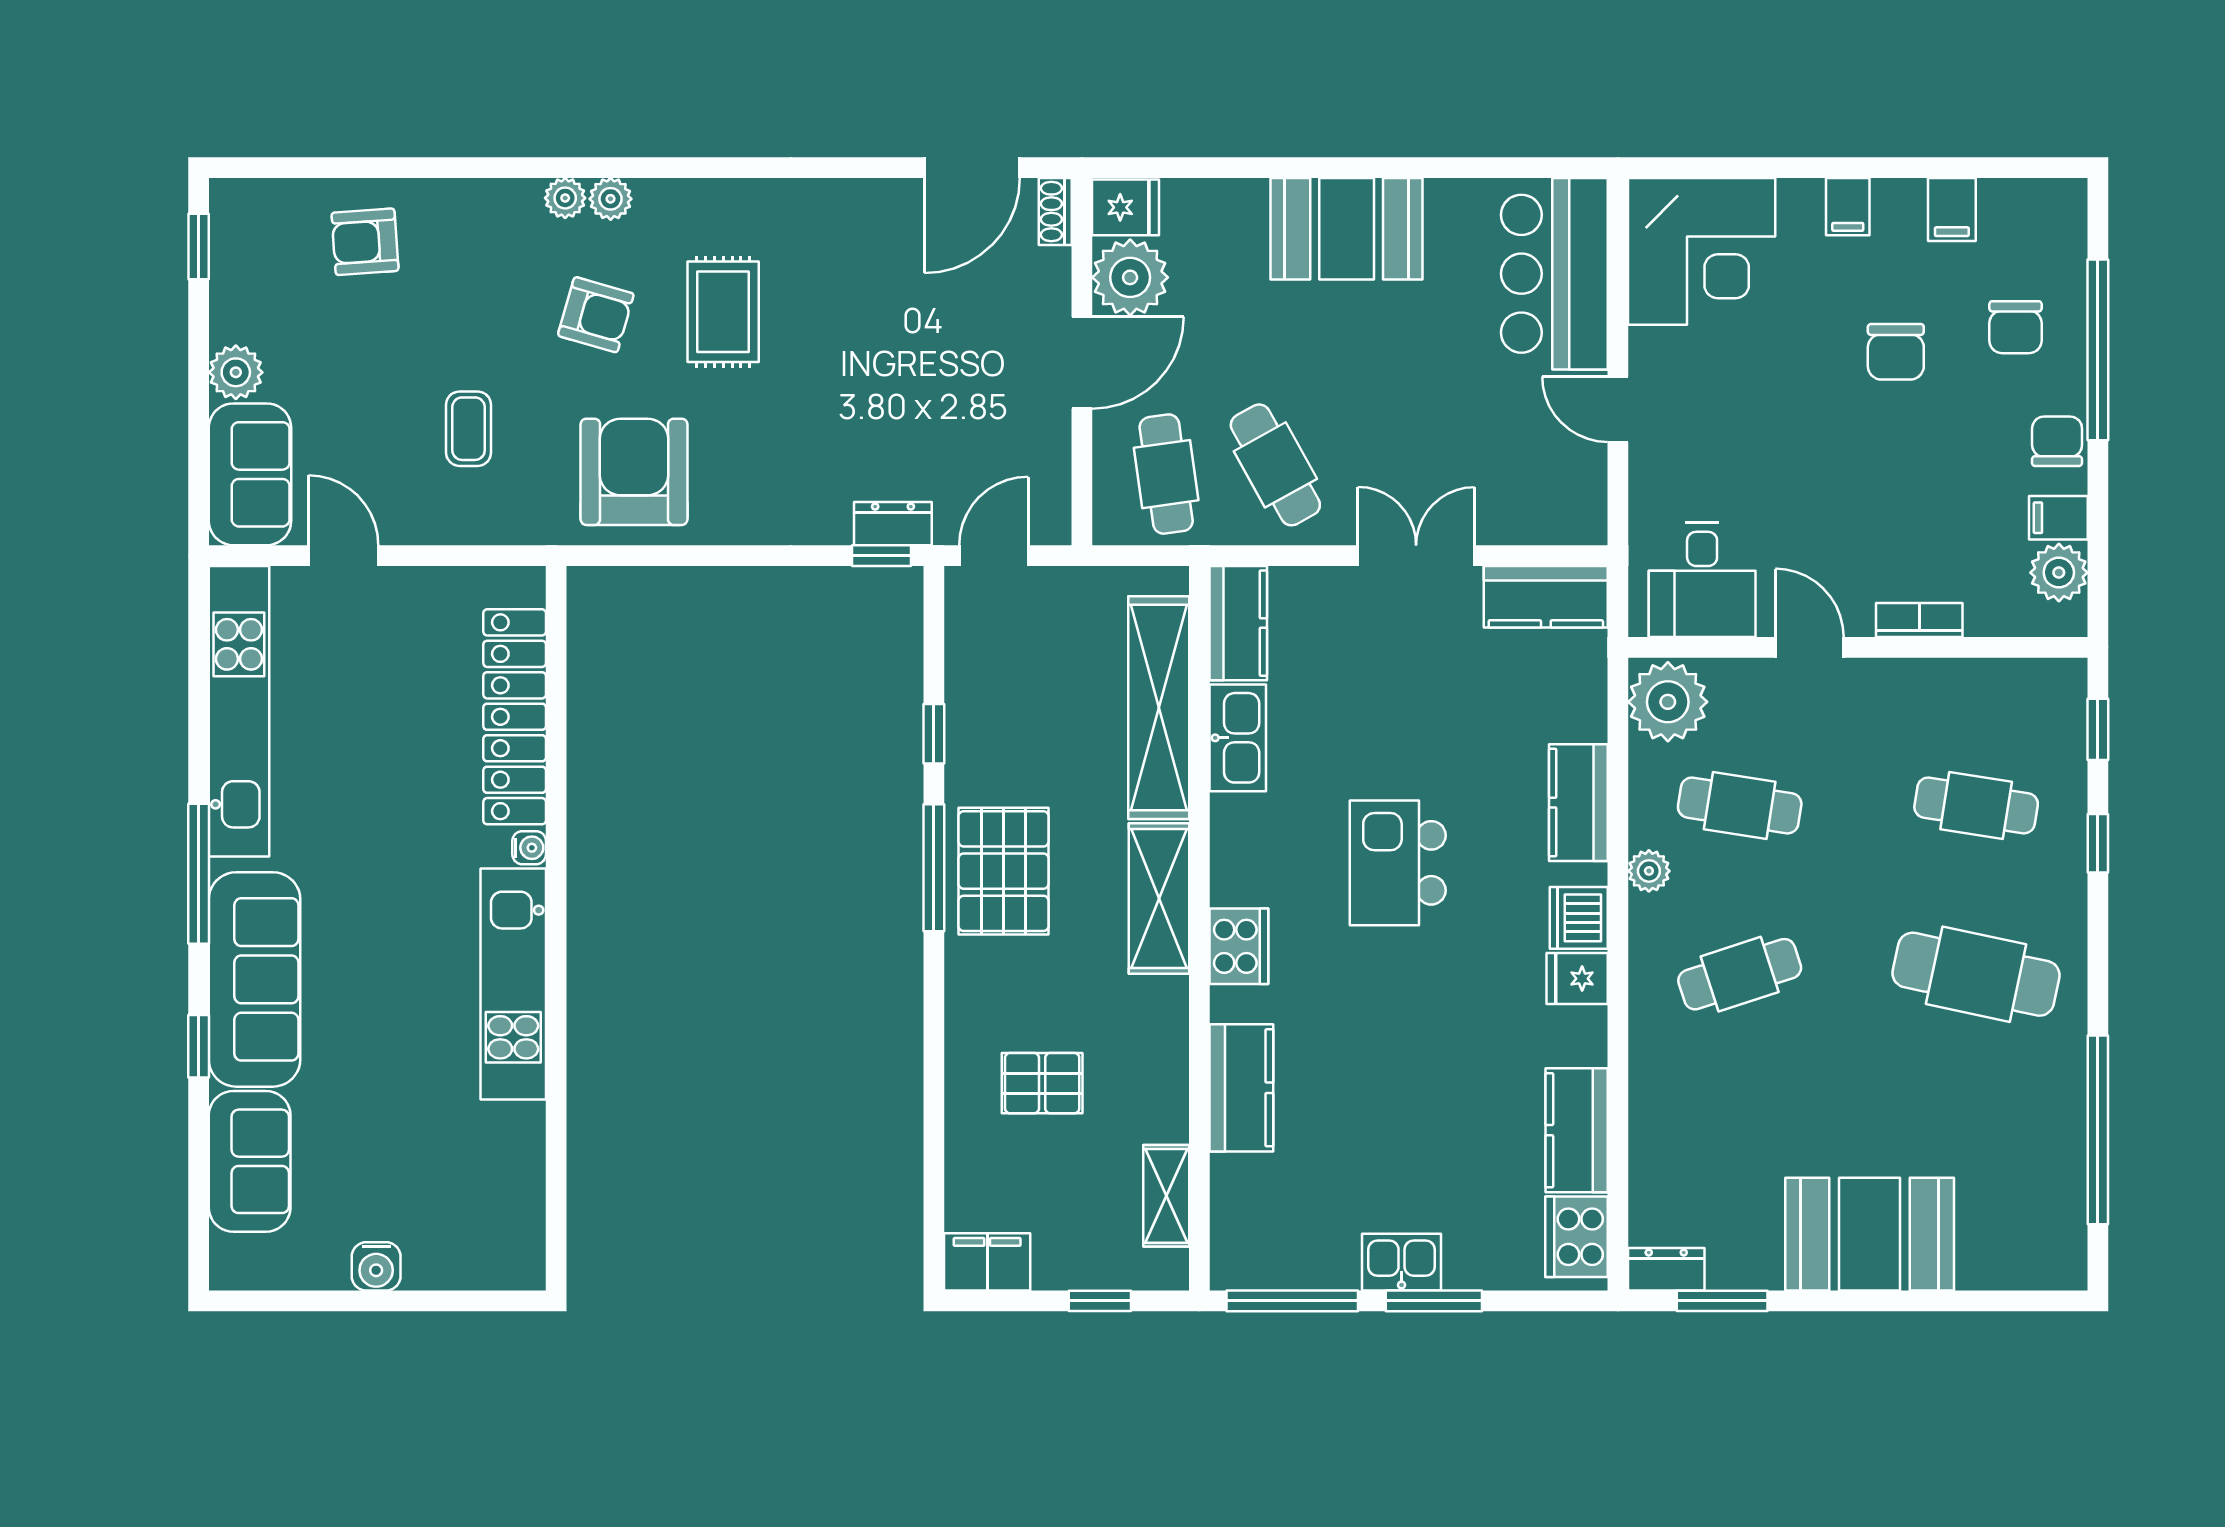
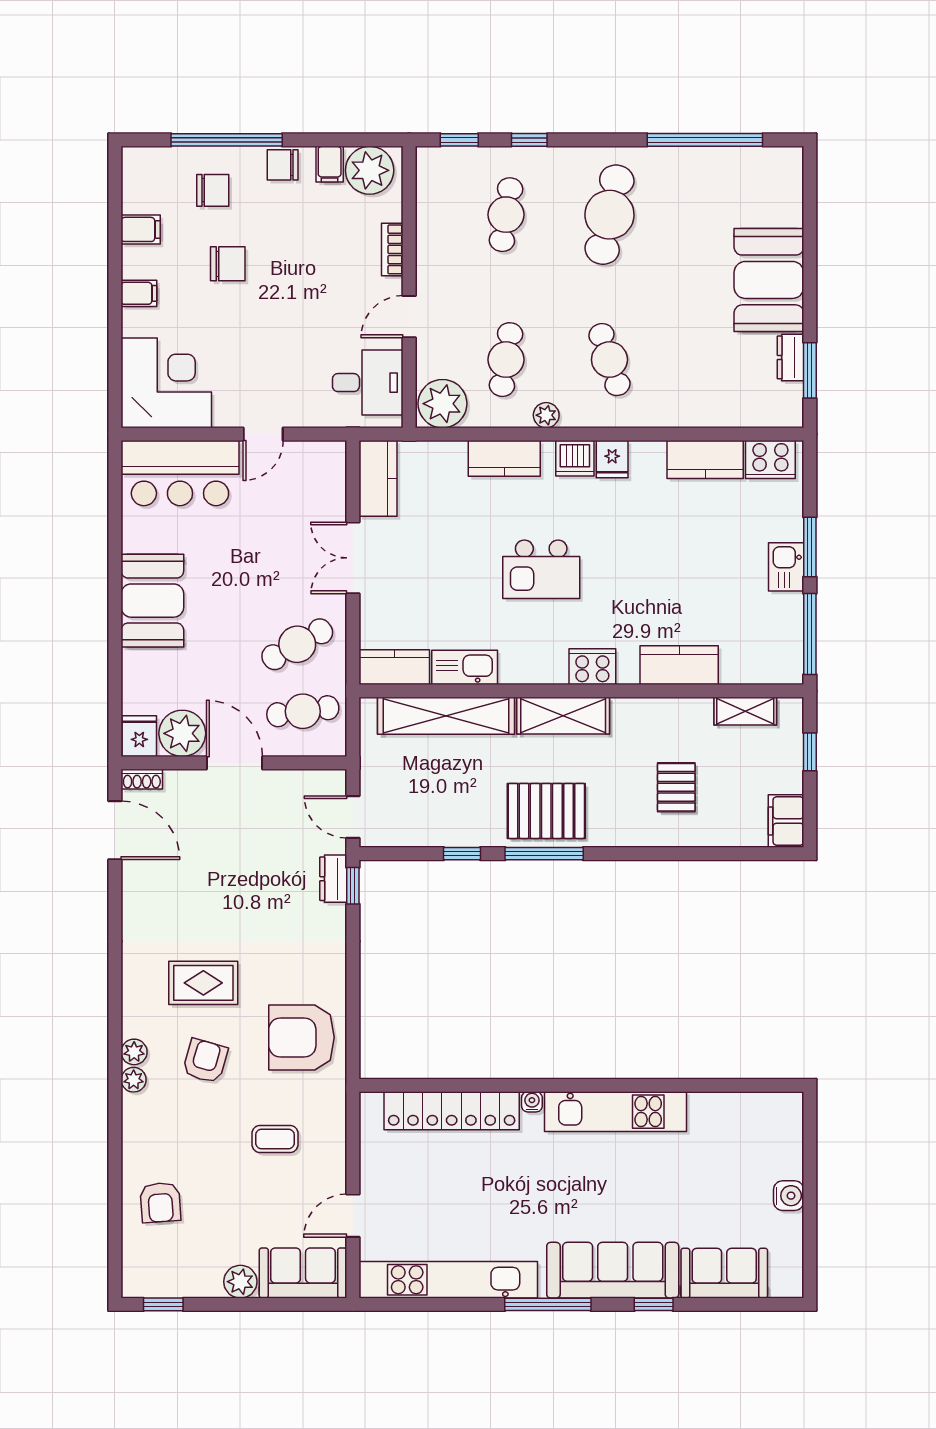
plant: (2059, 573) -> (370, 170), width x1.36, depth x1.36
dresser: (1666, 1269) -> (790, 357), moved

